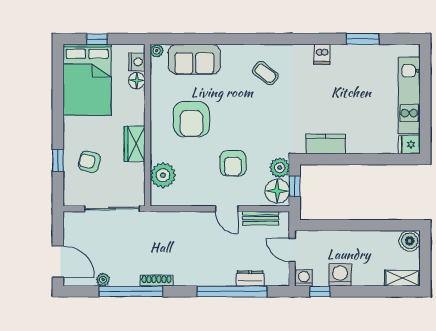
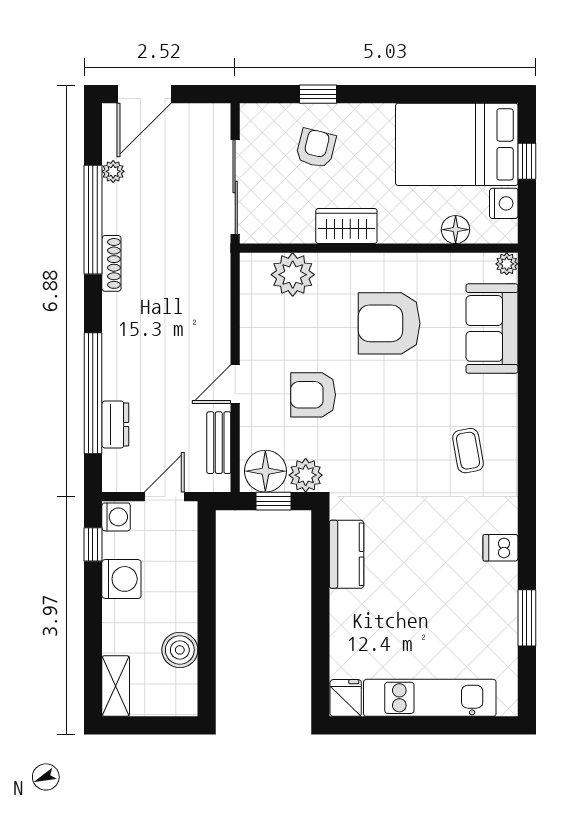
nightstand: (137, 62) -> (504, 203), moved, turned -90
coffee table: (265, 73) -> (468, 451), turned -47
boiler: (410, 241) -> (180, 650), moved

